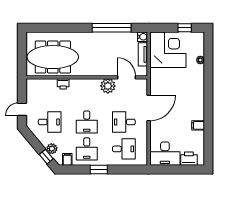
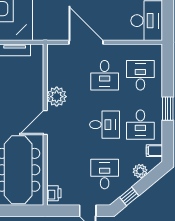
door: (127, 77) -> (45, 123), moved
printer: (63, 84) -> (54, 193), moved
desk: (87, 149) -> (140, 125), turned 90
window: (46, 157) -> (129, 196), moved

